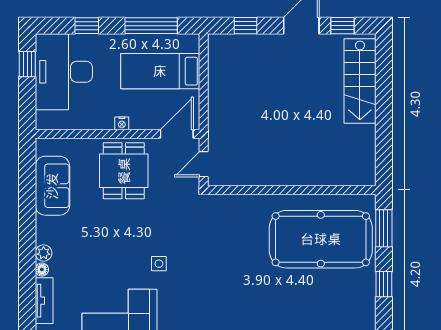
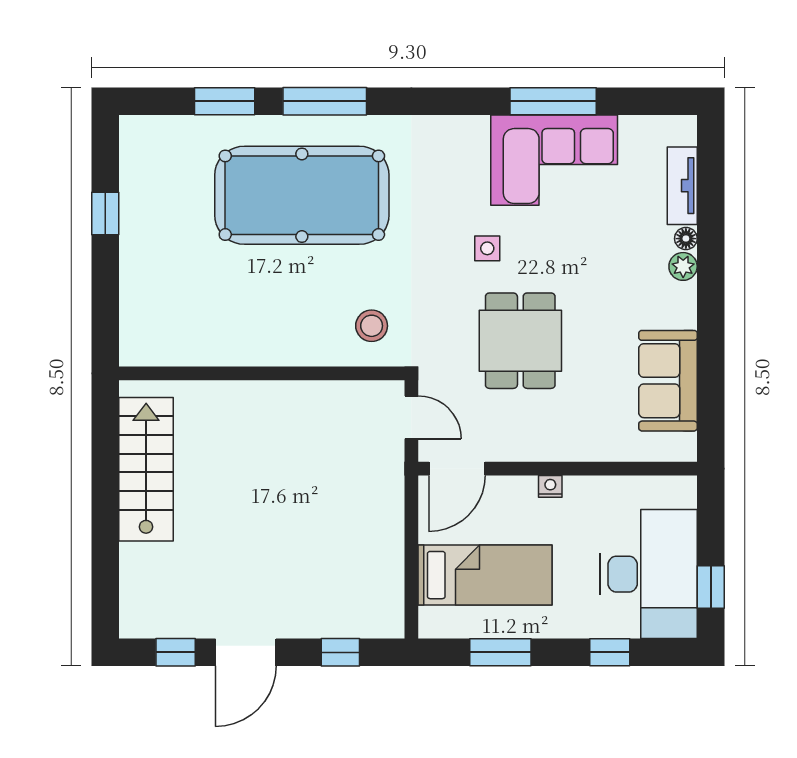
window: (151, 26) -> (500, 652), width x0.69
stairs: (360, 81) -> (146, 469), moved
door: (204, 164) -> (411, 417), hinge flipped
dining table: (124, 171) -> (520, 341), moved
stool: (227, 218) -> (372, 326), added
window: (384, 228) -> (105, 308), removed
pool table: (321, 239) -> (302, 195), moved

